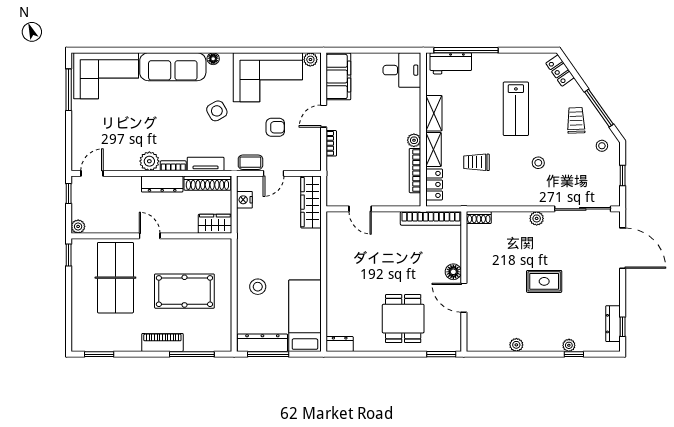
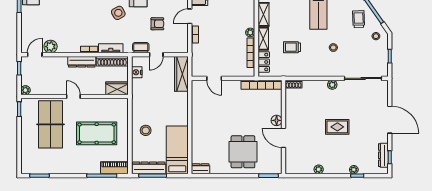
plant: (149, 161) -> (51, 47), moved
door: (623, 248) -> (390, 120), moved
piano: (162, 342) -> (114, 168), moved

